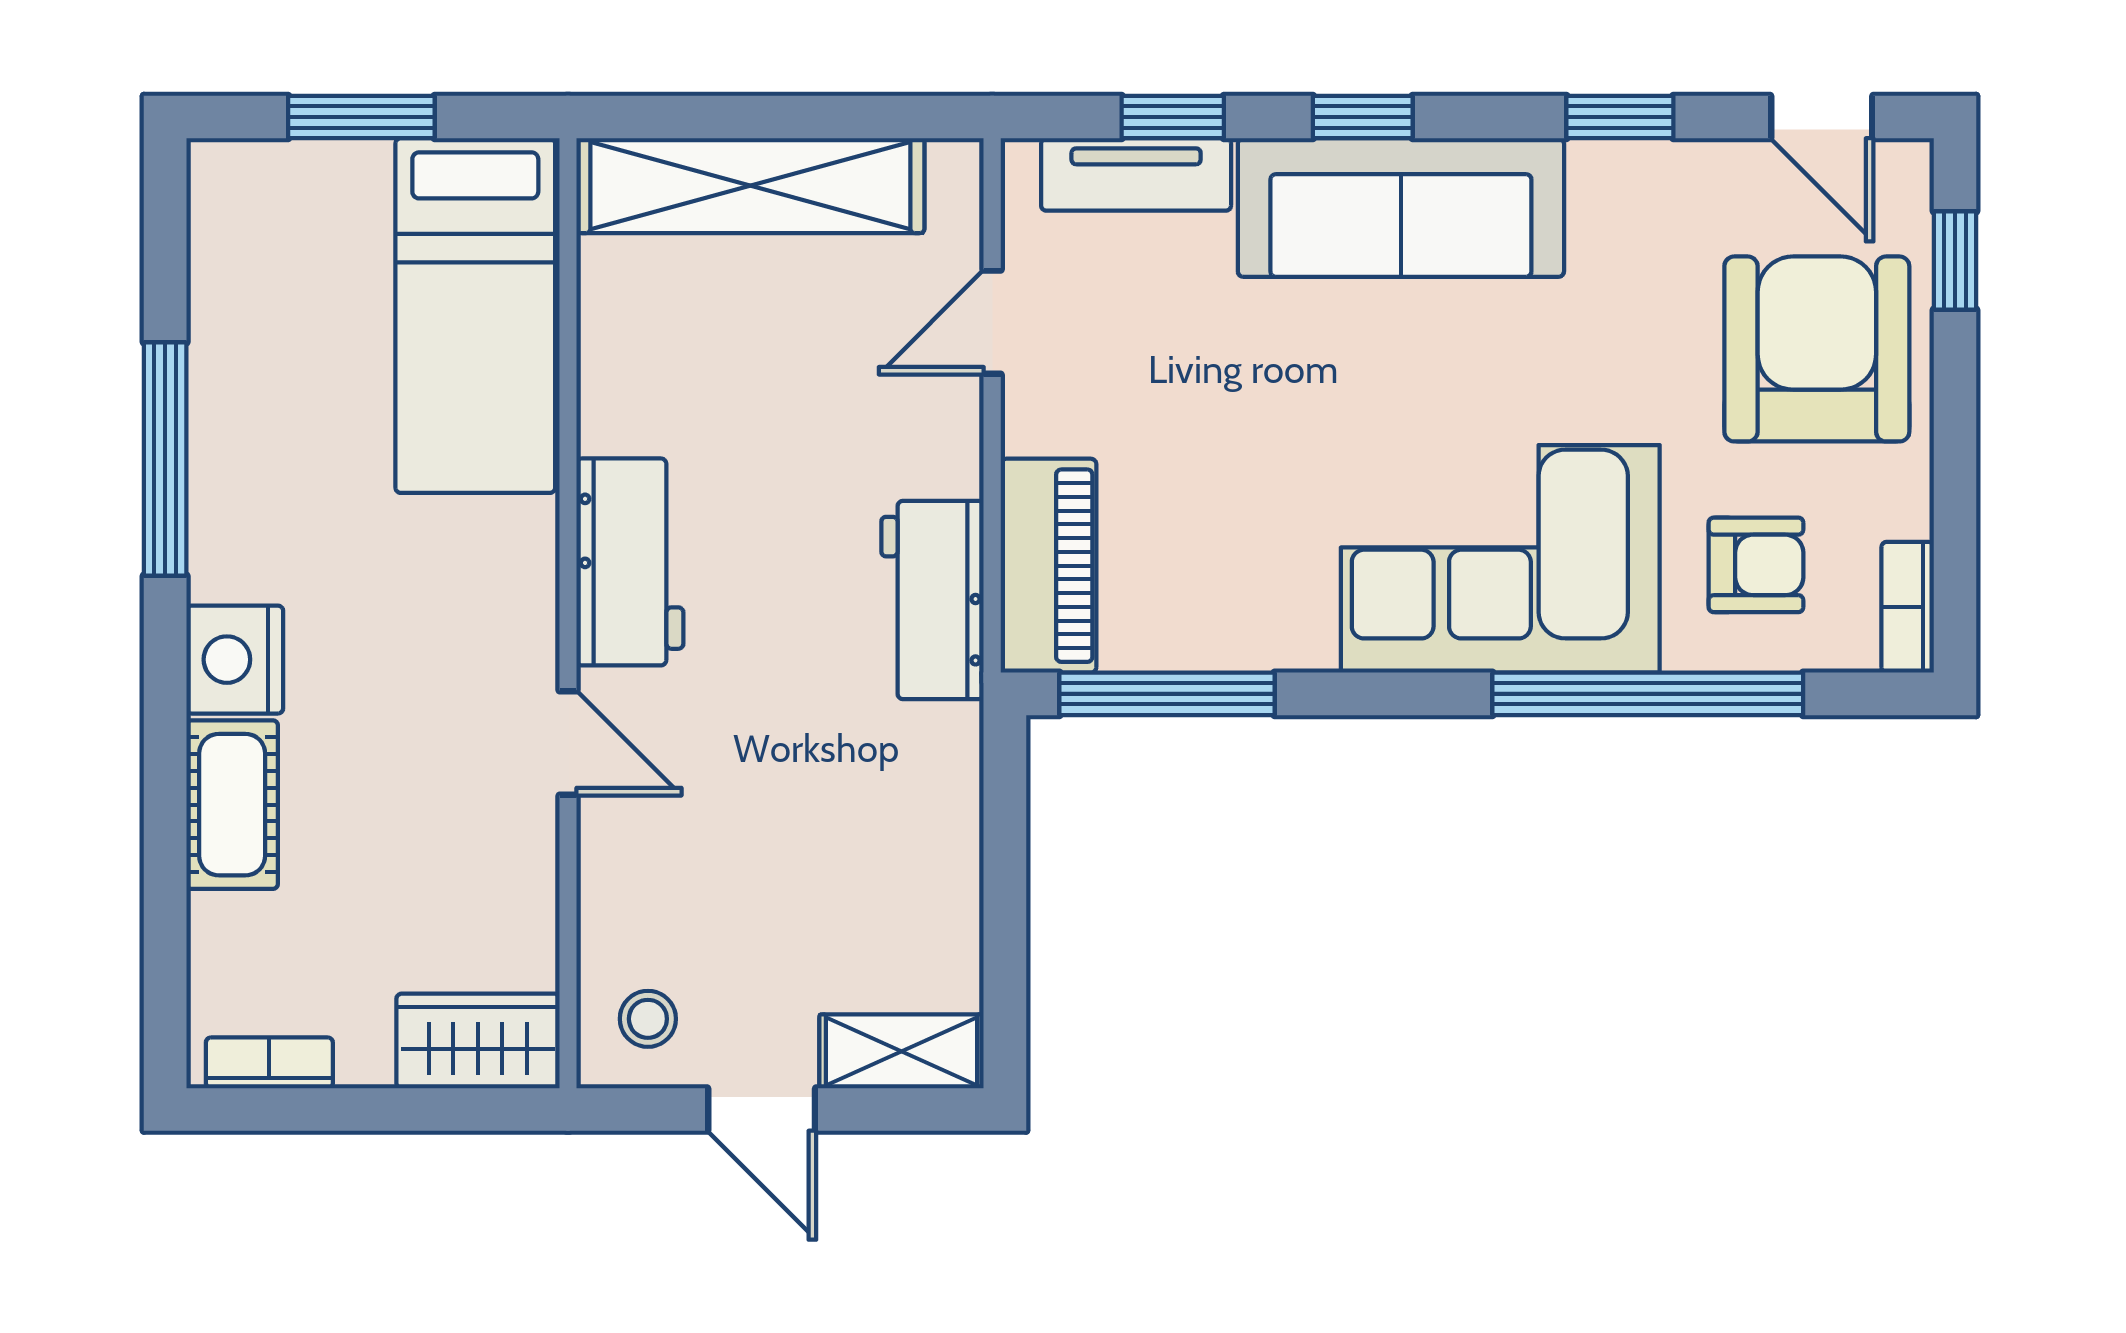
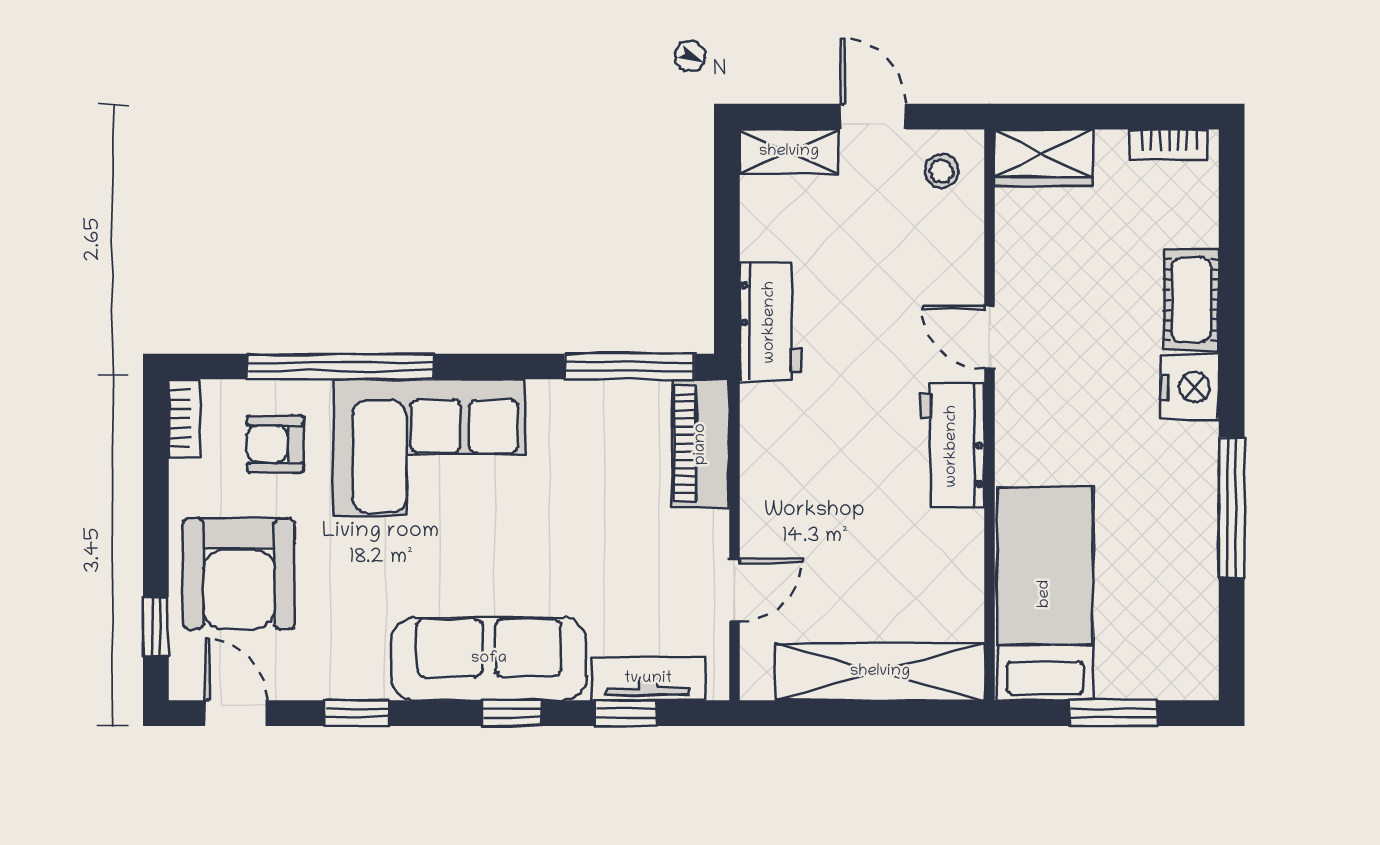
workbench: (932, 600) -> (770, 322), moved

